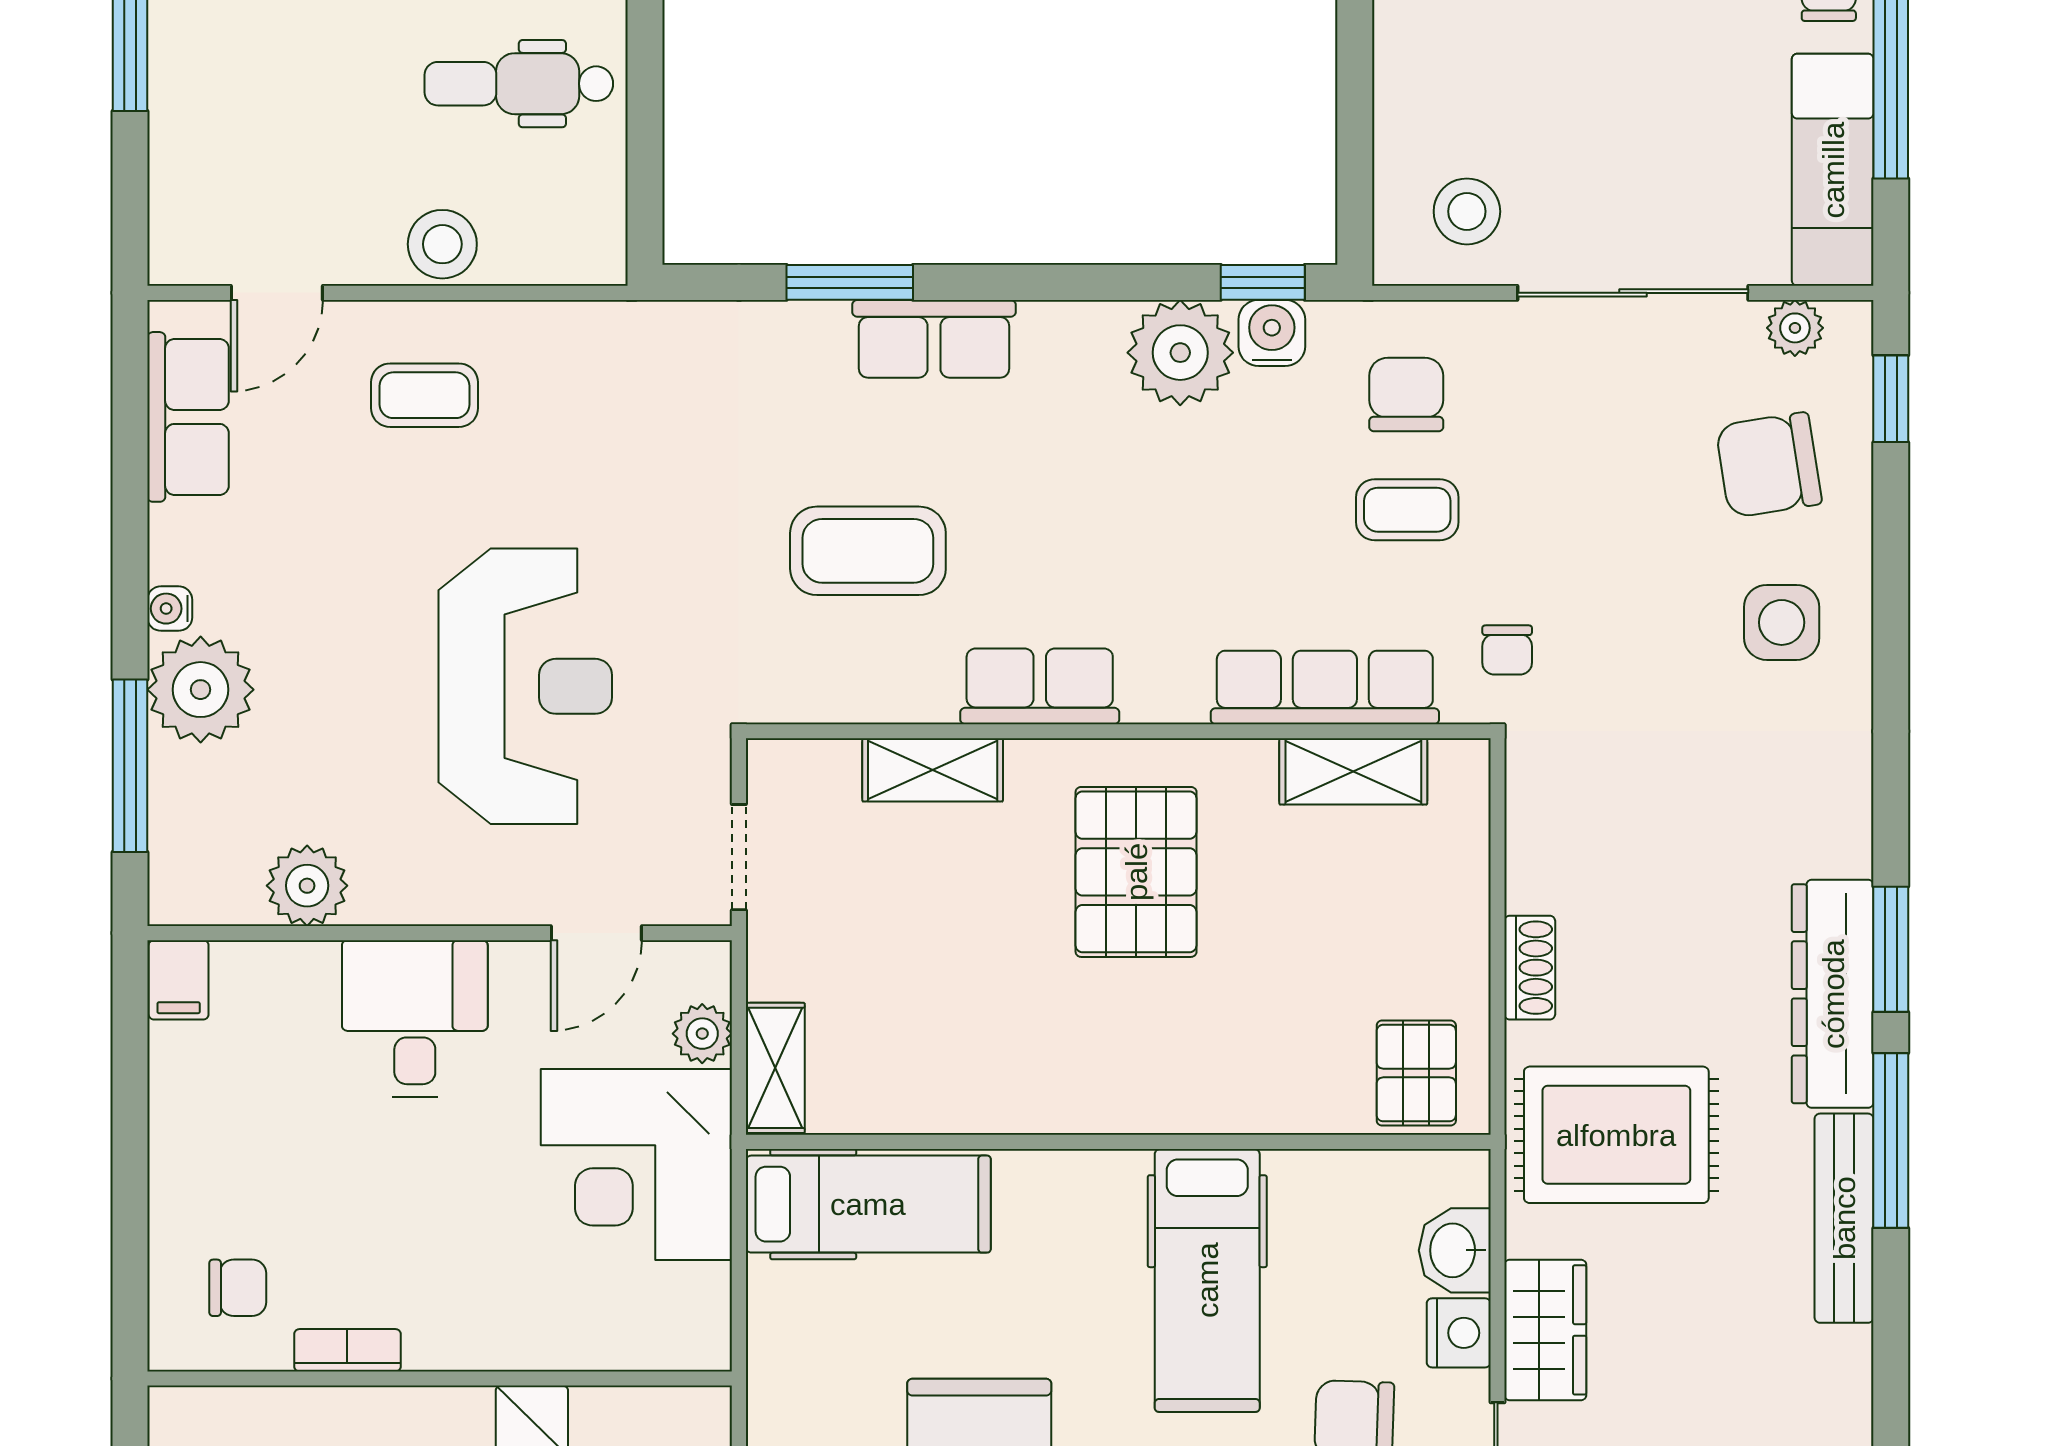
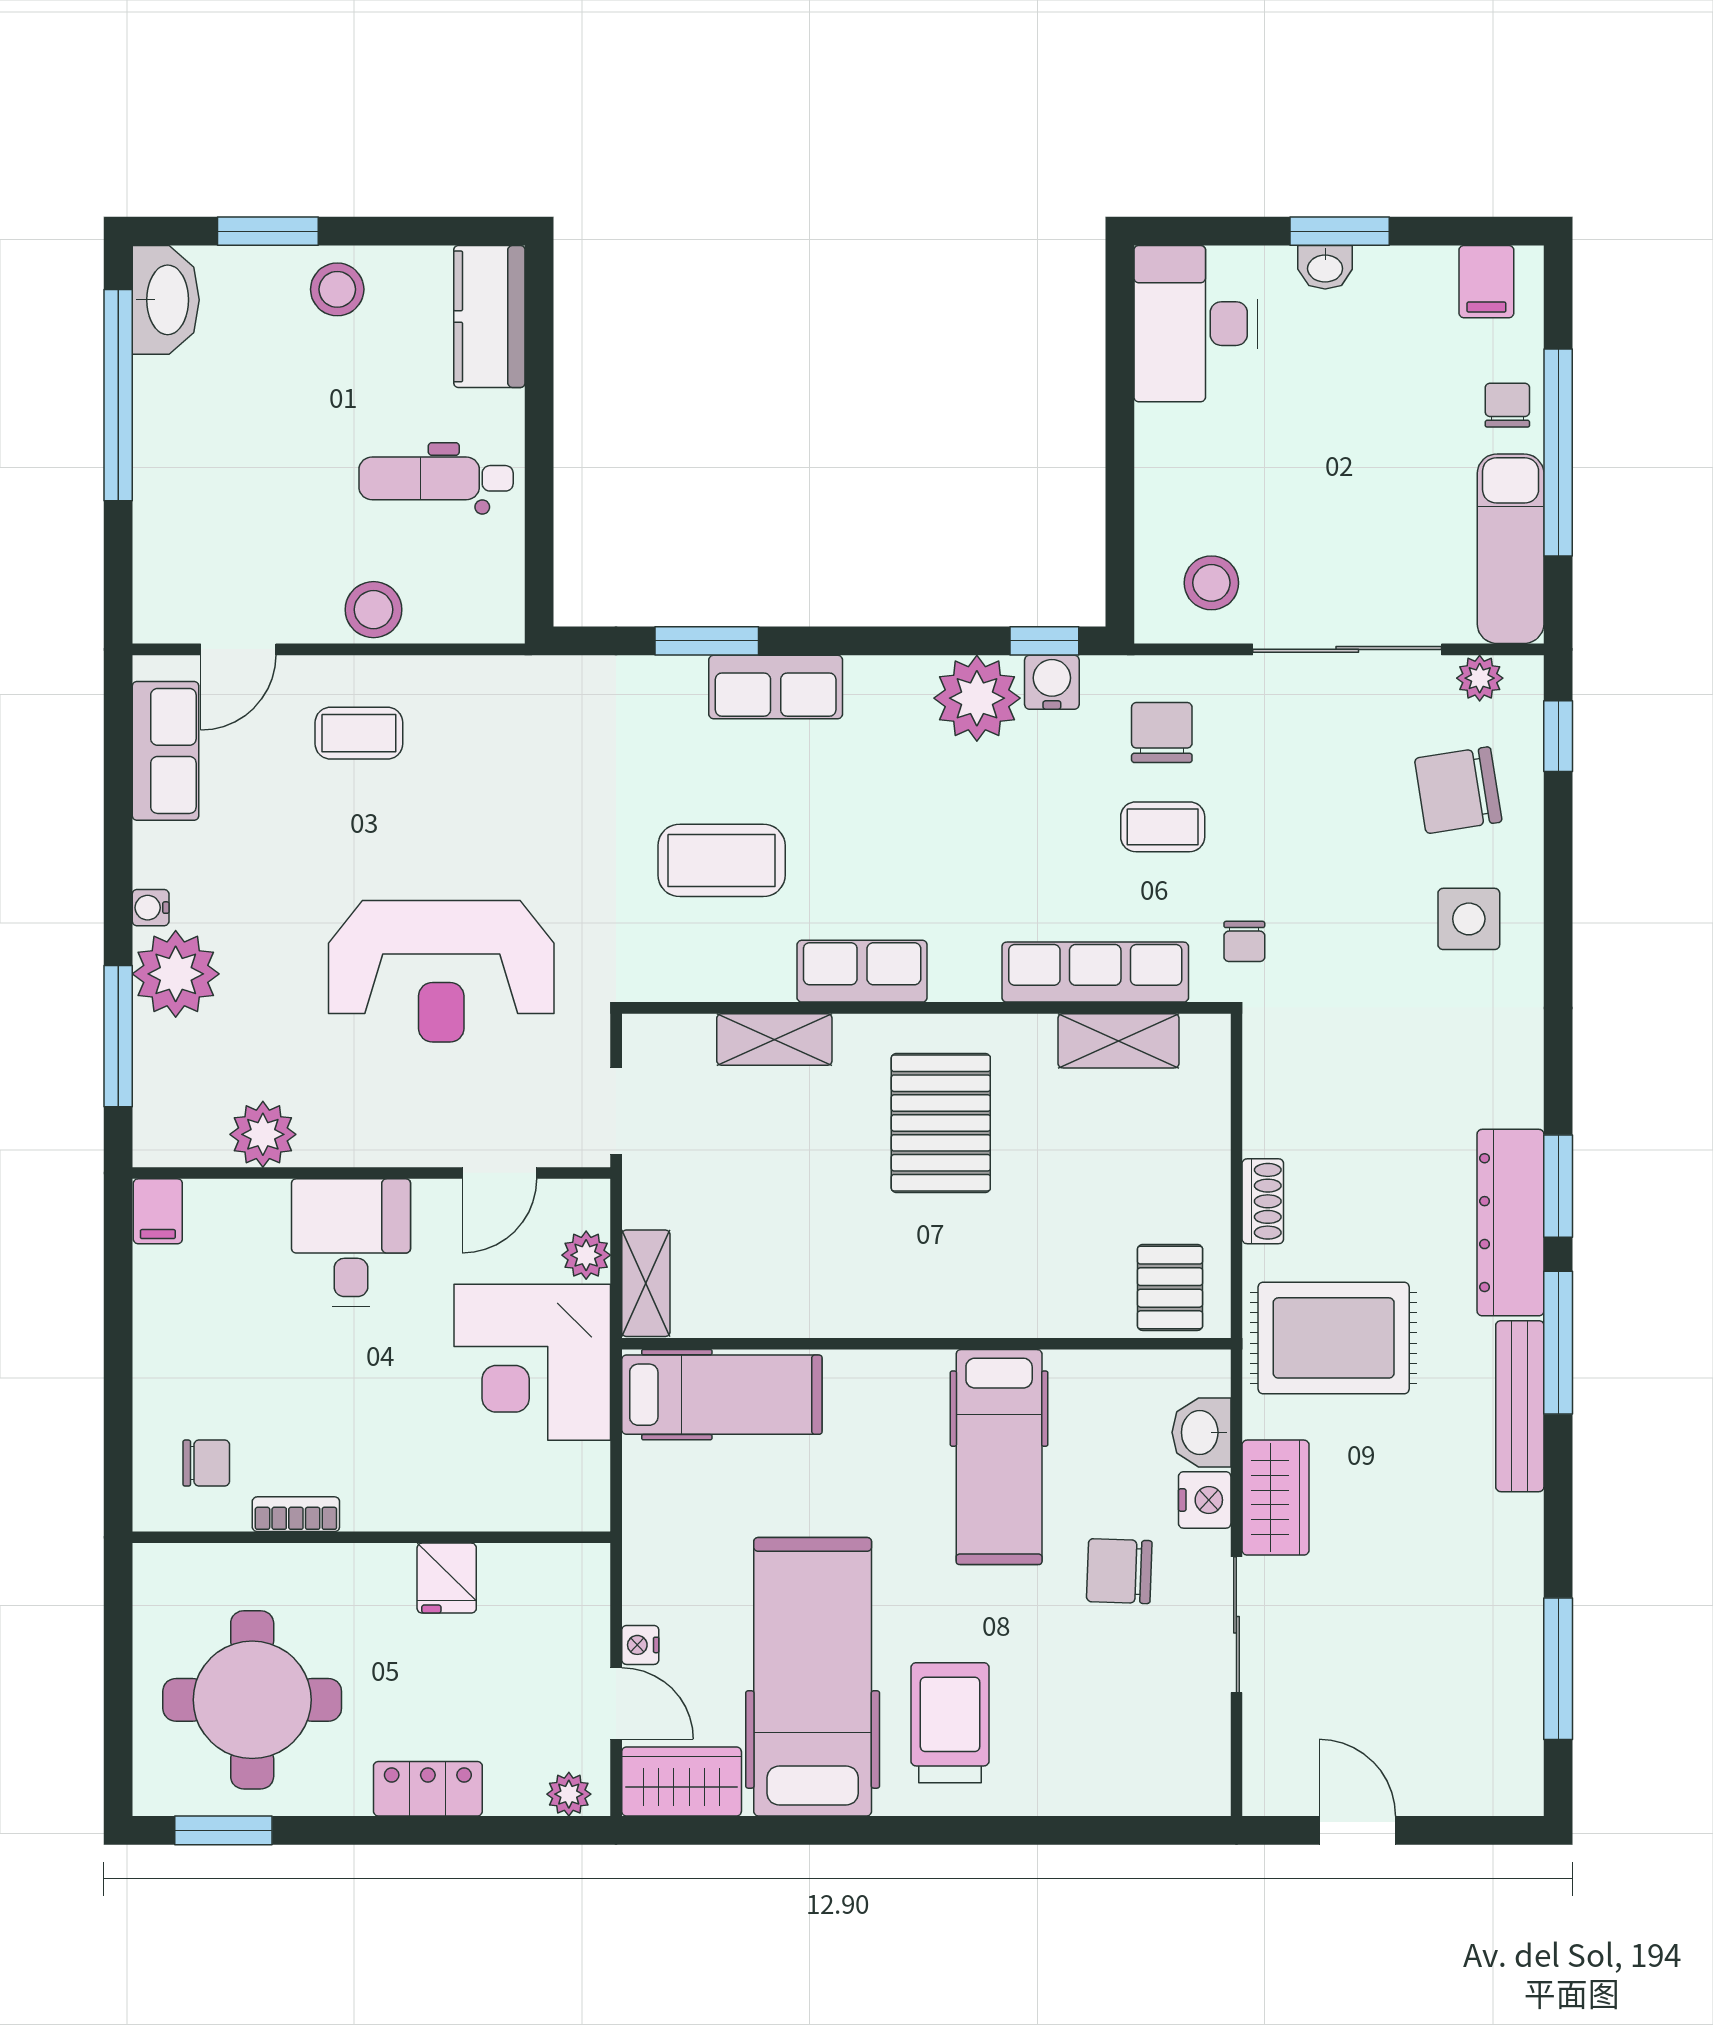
reception desk: (525, 686) -> (441, 971), turned 90

